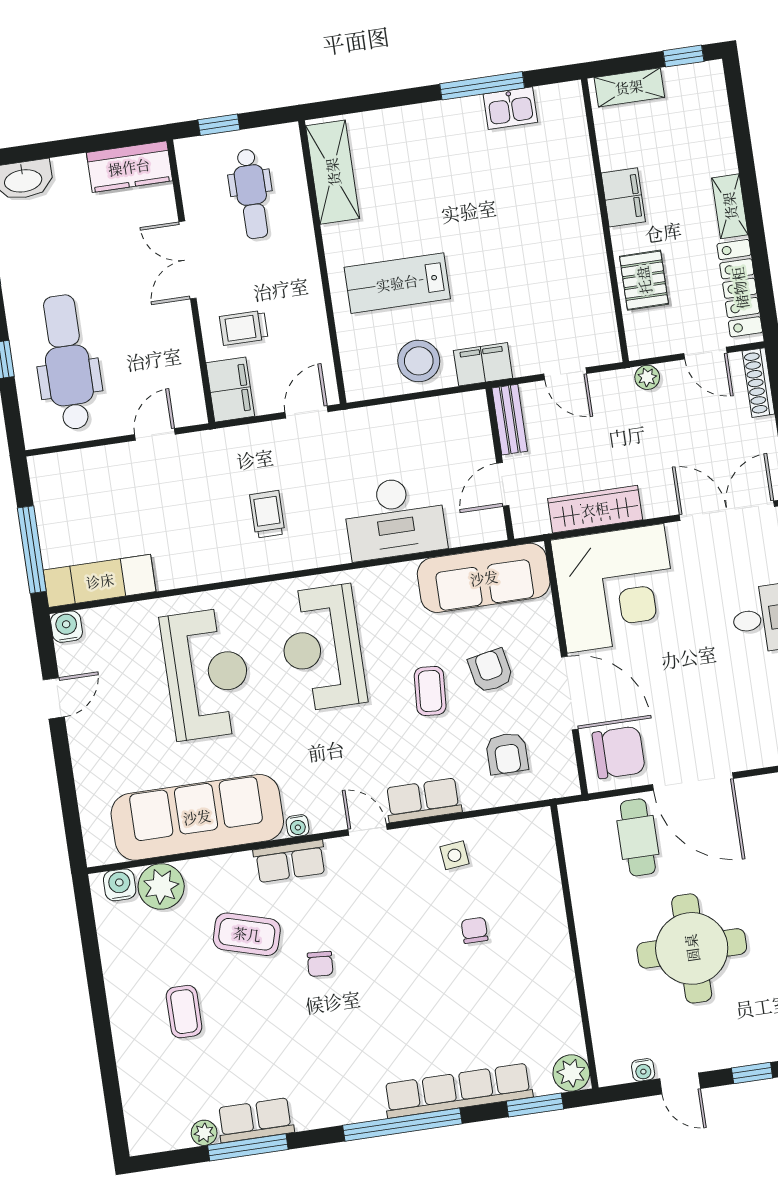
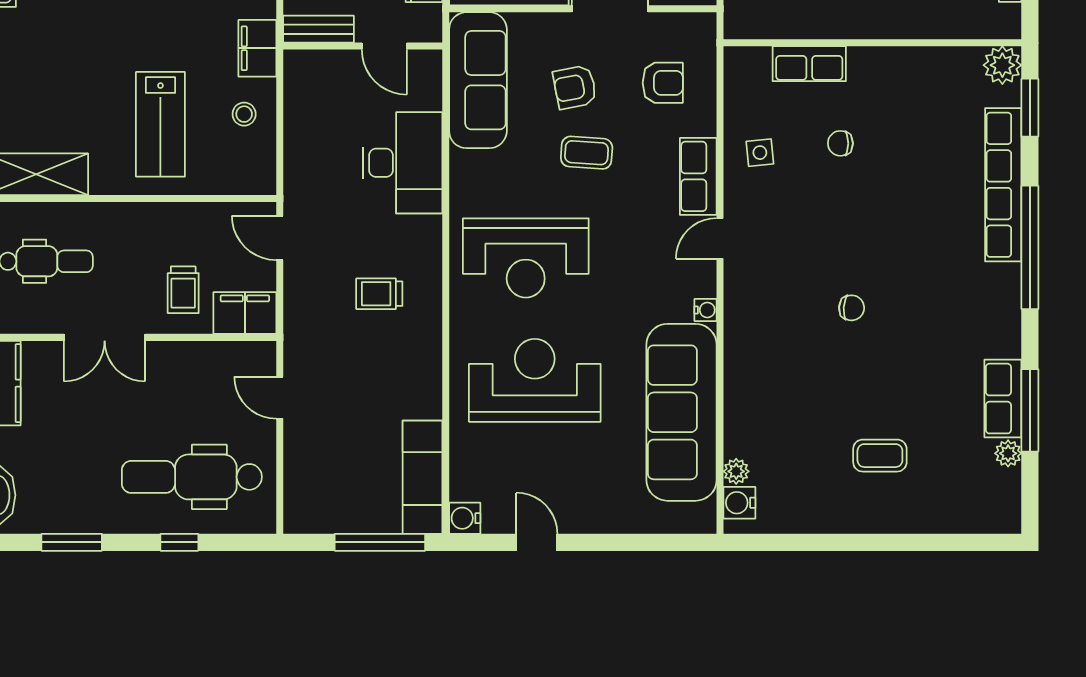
stool: (419, 361) -> (244, 114), width x0.53, depth x0.53
row of seats: (290, 861) -> (809, 64), moved, turned 90
plant: (161, 886) -> (736, 471), width x0.53, depth x0.53
coffee table: (247, 934) -> (810, 379), removed

